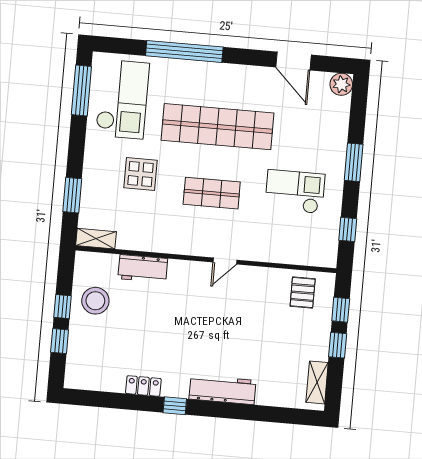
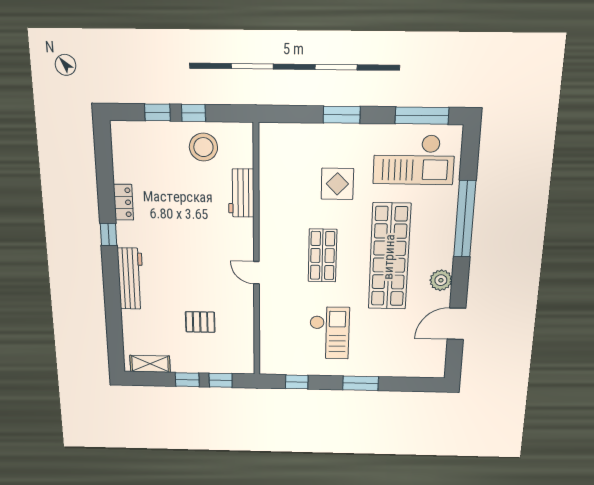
plant: (341, 84) -> (441, 280), moved
window: (72, 195) -> (342, 115), moved
shelving: (96, 239) -> (267, 143), removed
pallet: (303, 293) -> (200, 322), moved

